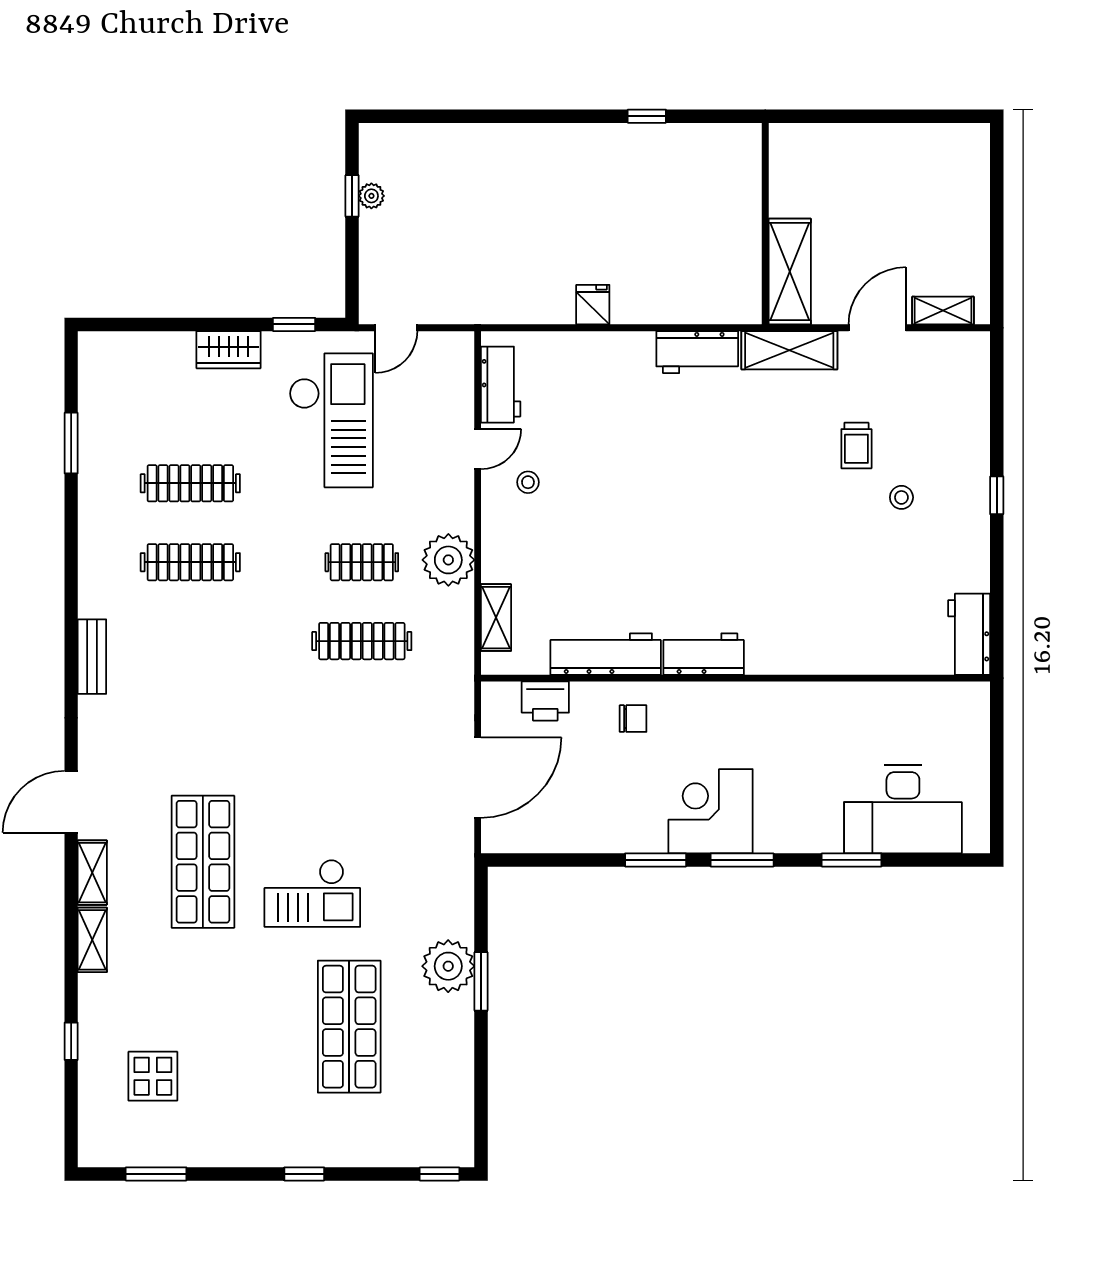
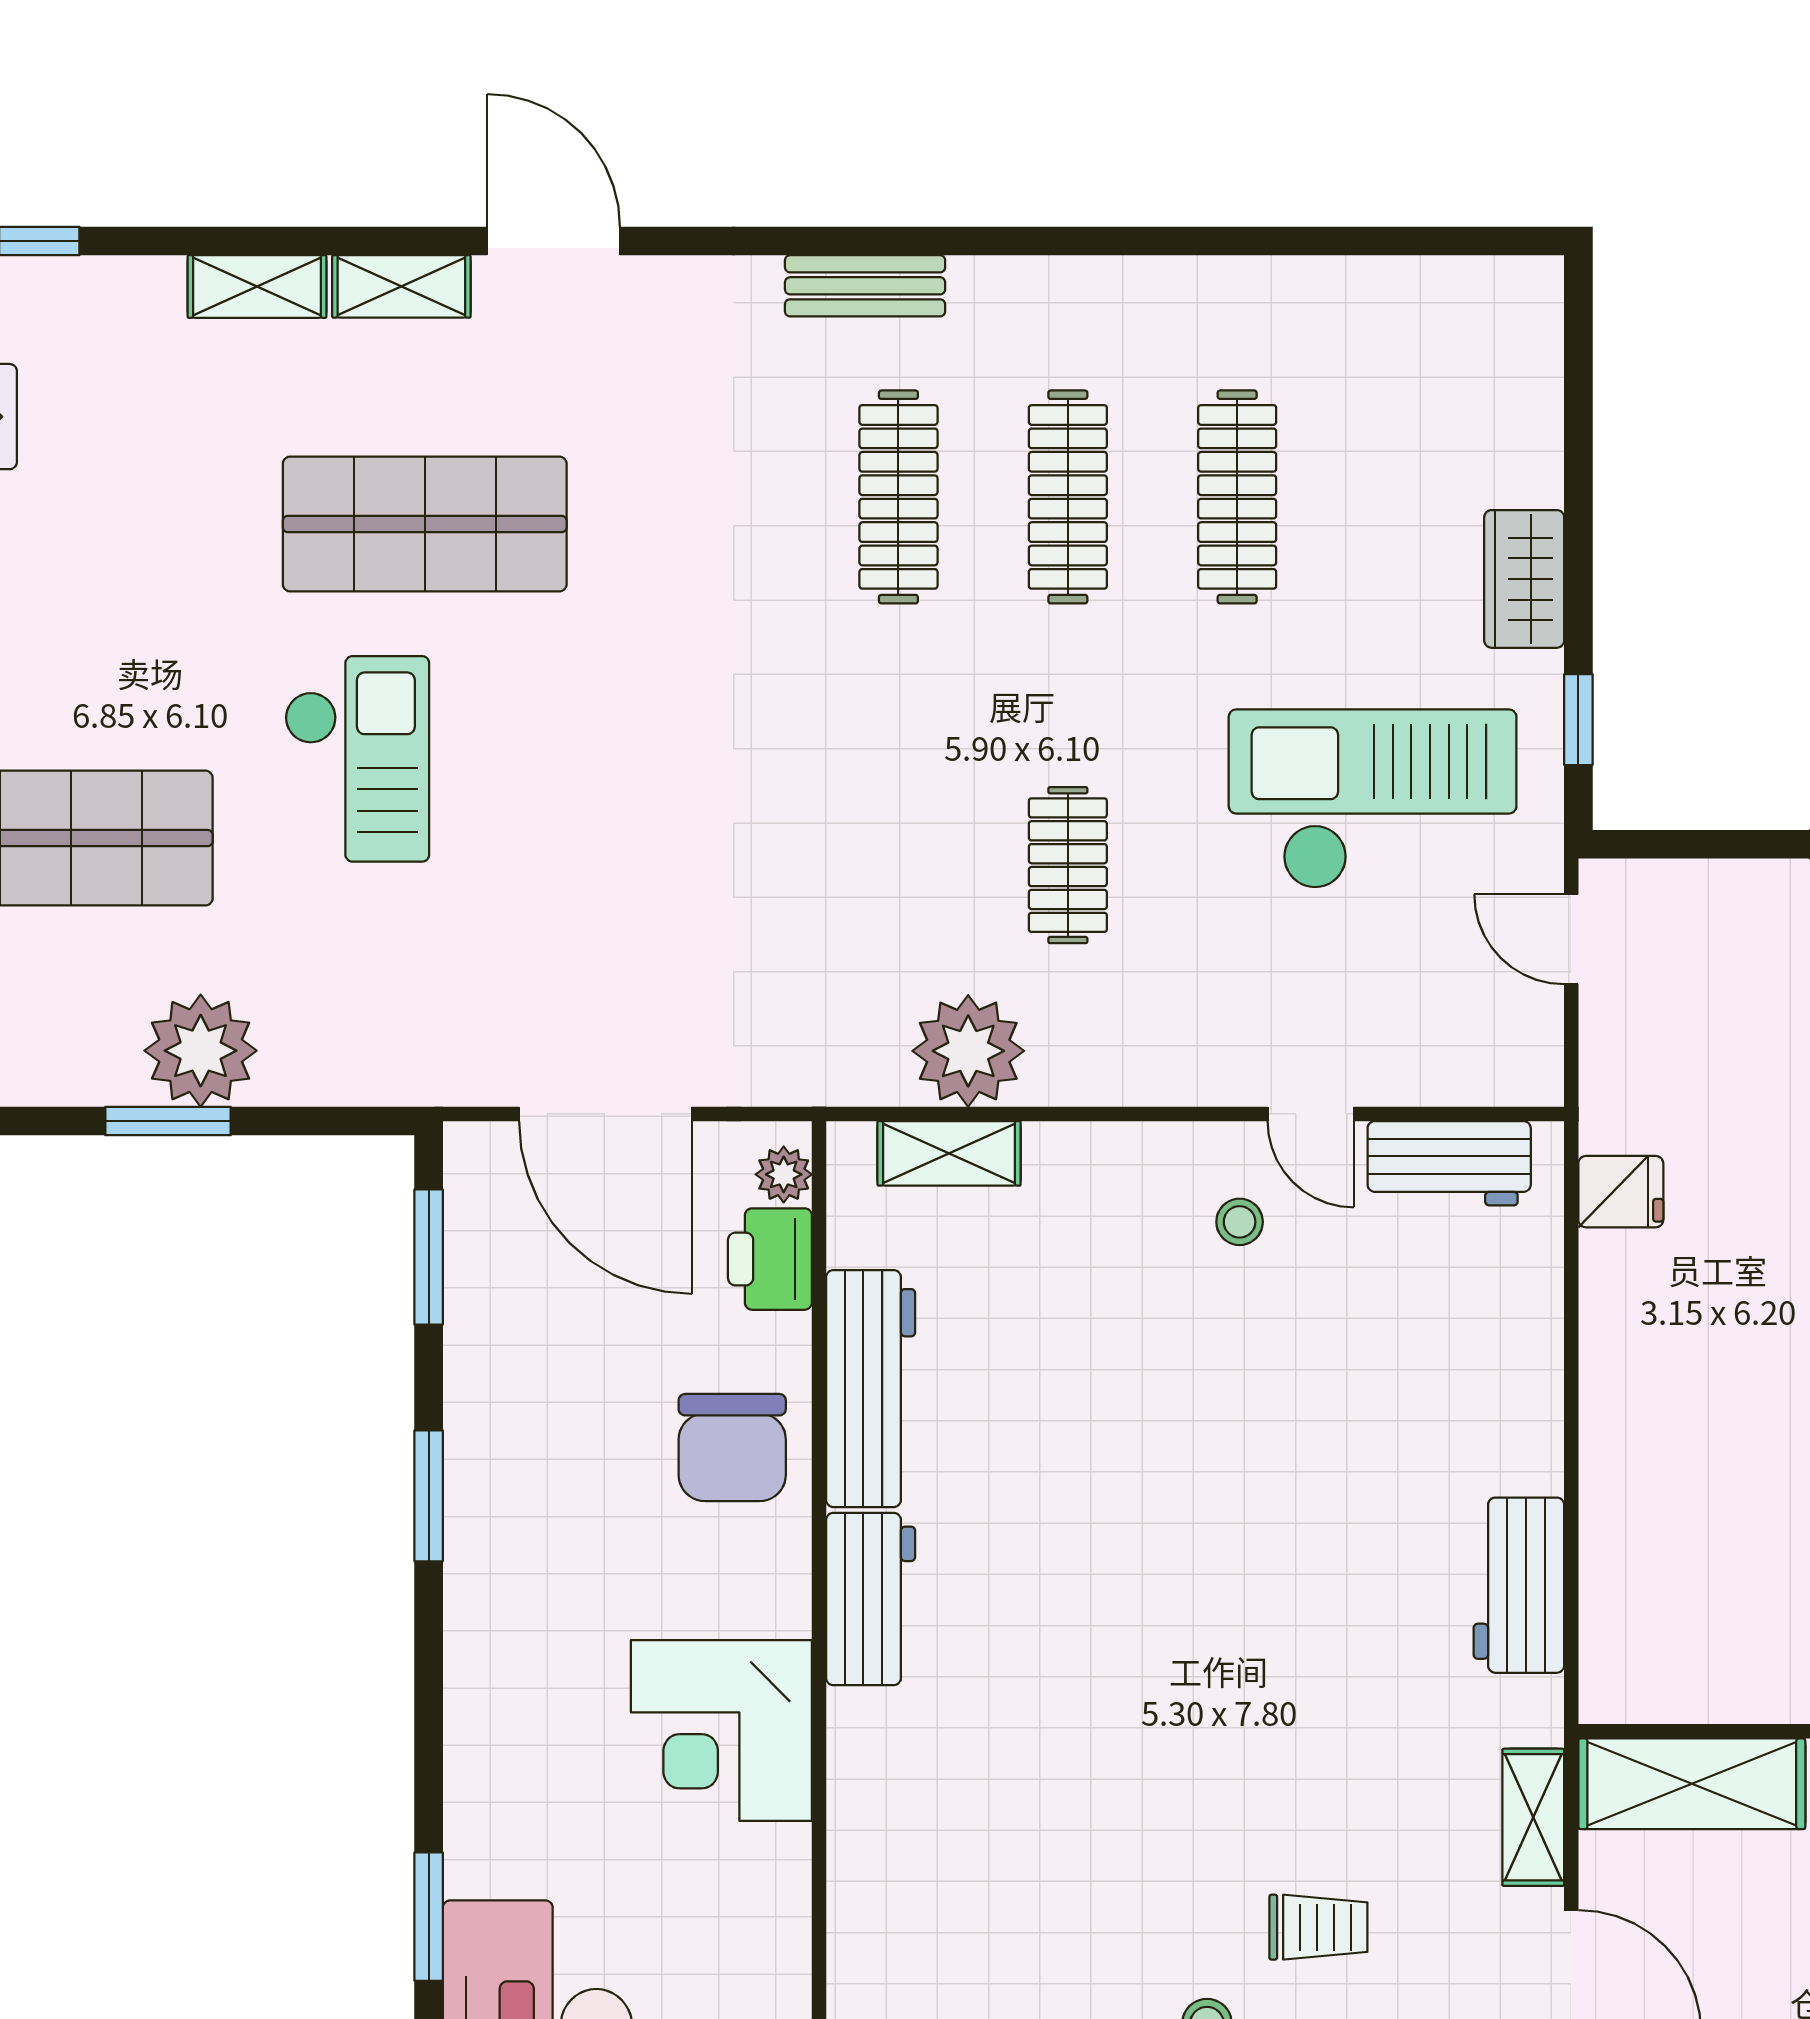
fridge: (593, 305) -> (1621, 1192), moved
shelving: (789, 350) -> (1533, 1817), width x0.67, depth x0.75
checkout: (331, 420) -> (1373, 799), turned 180
window: (71, 443) -> (1324, 241), removed
trolley: (856, 446) -> (1318, 1927), turned 180
plant: (448, 560) -> (968, 1051), moved
clothes rail: (362, 641) -> (898, 497), moved
plant: (506, 695) -> (784, 1174), added
chair: (633, 719) -> (732, 1448), width x1.87, depth x1.87
corner desk: (711, 811) -> (721, 1731), moved, turned 180
window: (742, 860) -> (429, 1257), moved
checkout: (312, 893) -> (357, 759), turned 180

